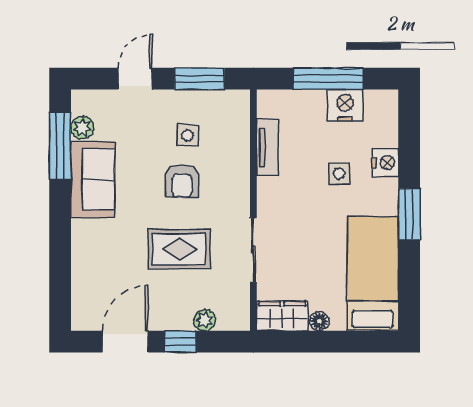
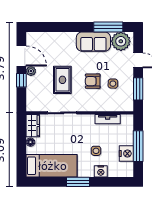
plant: (82, 128) -> (121, 41), width x1.88, depth x1.88
plant: (205, 320) -> (31, 71), moved

